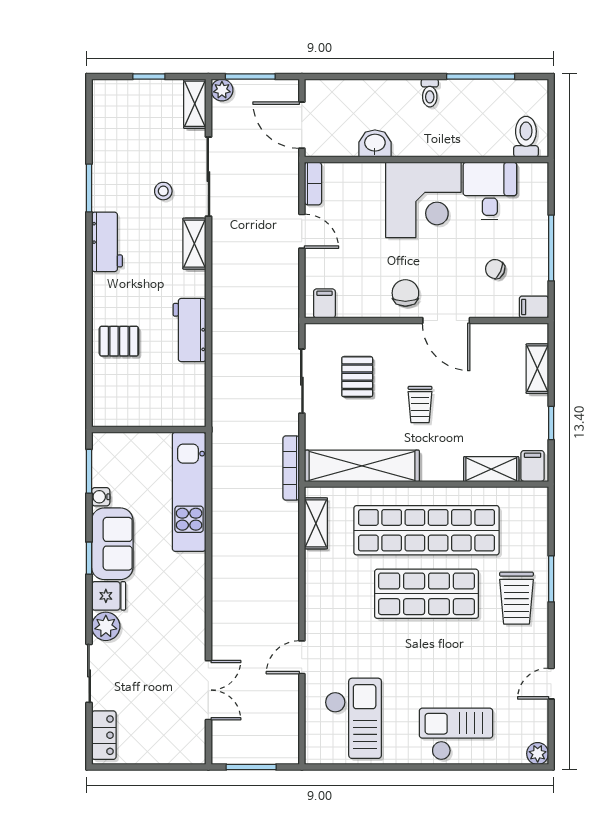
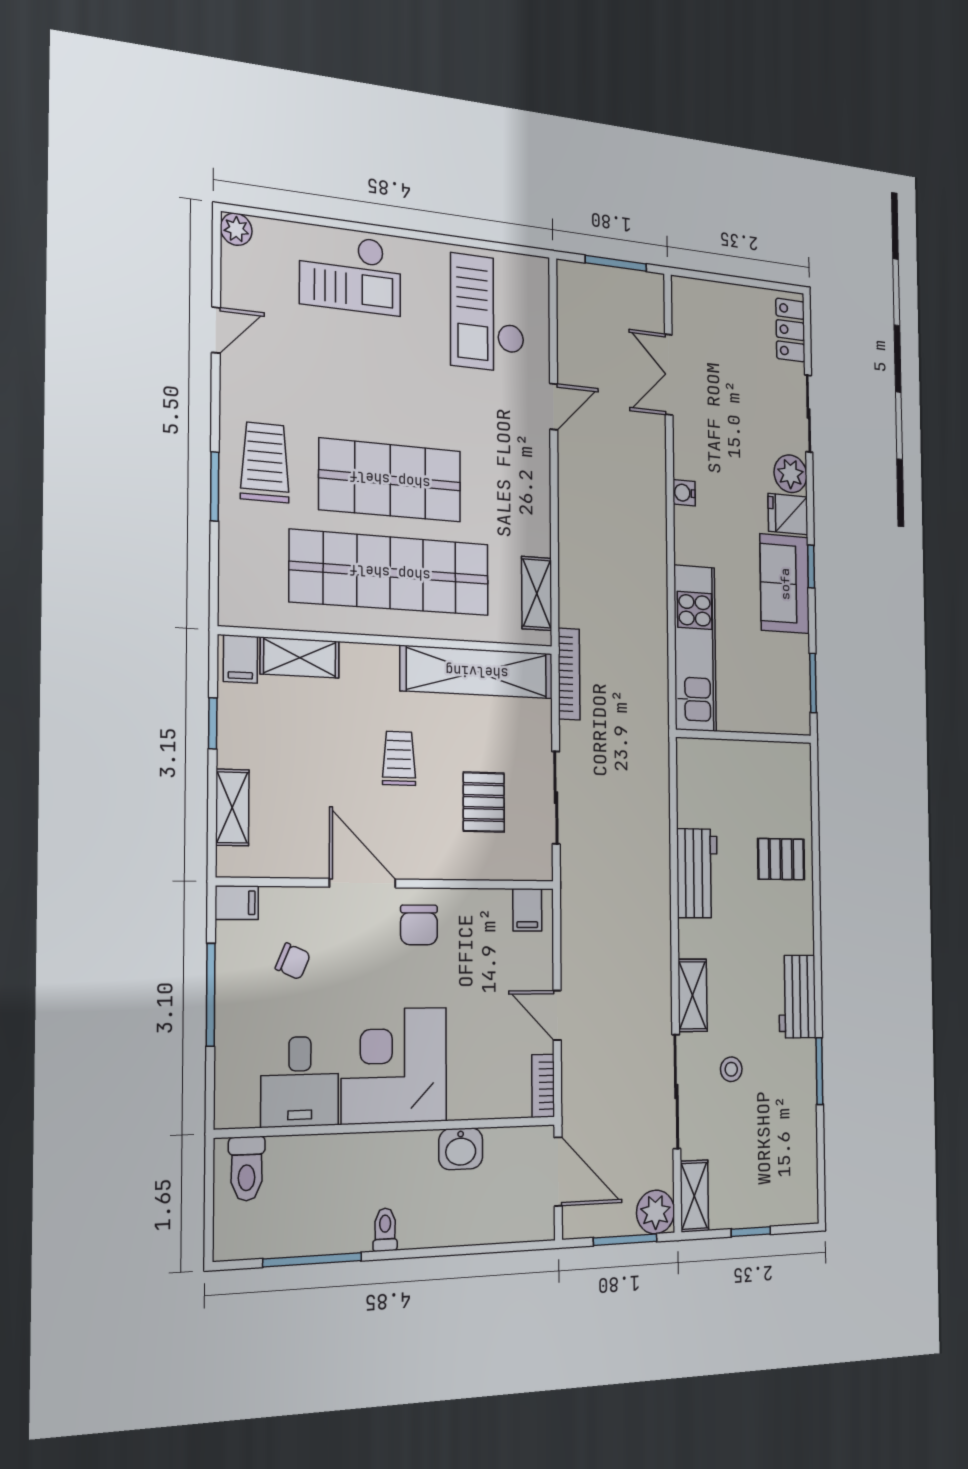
plant: (222, 90) -> (656, 1212), width x1.38, depth x1.38
water cooler: (101, 497) -> (684, 493), moved, turned 180

